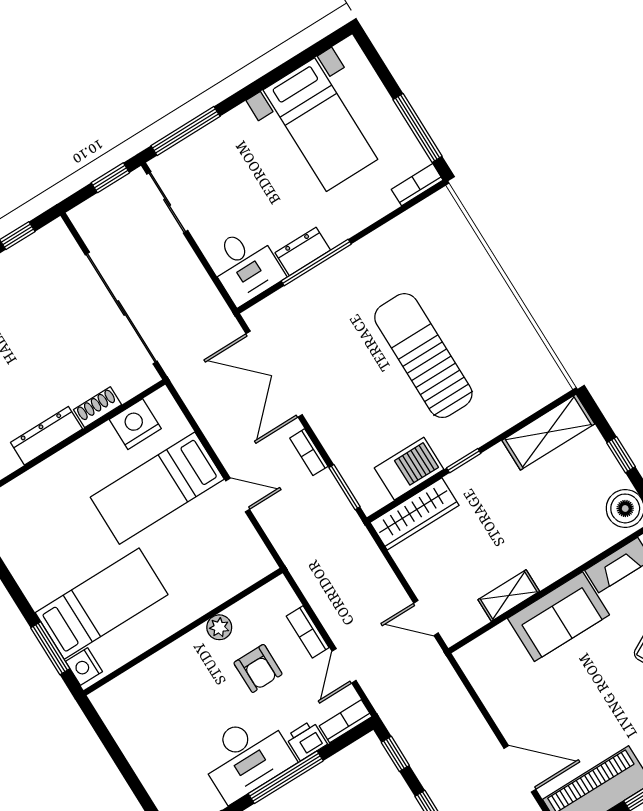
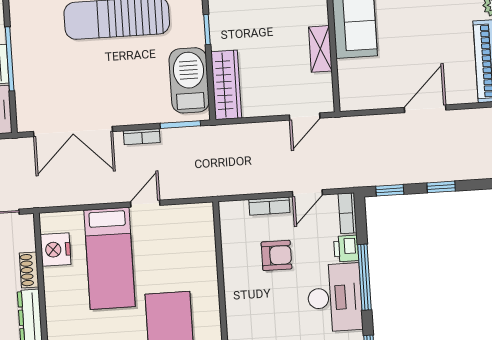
barbecue: (409, 469) -> (189, 80), width x1.37, depth x1.21
plant: (219, 627) -> (232, 267), removed
door: (344, 666) -> (307, 193), hinge flipped
door: (520, 769) -> (425, 109), moved

